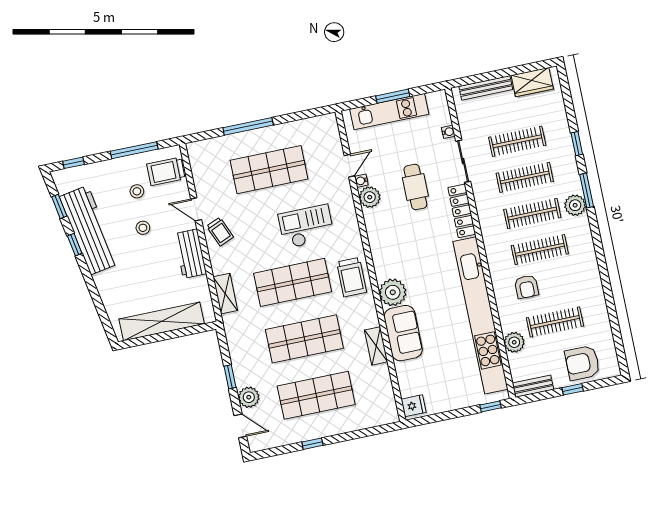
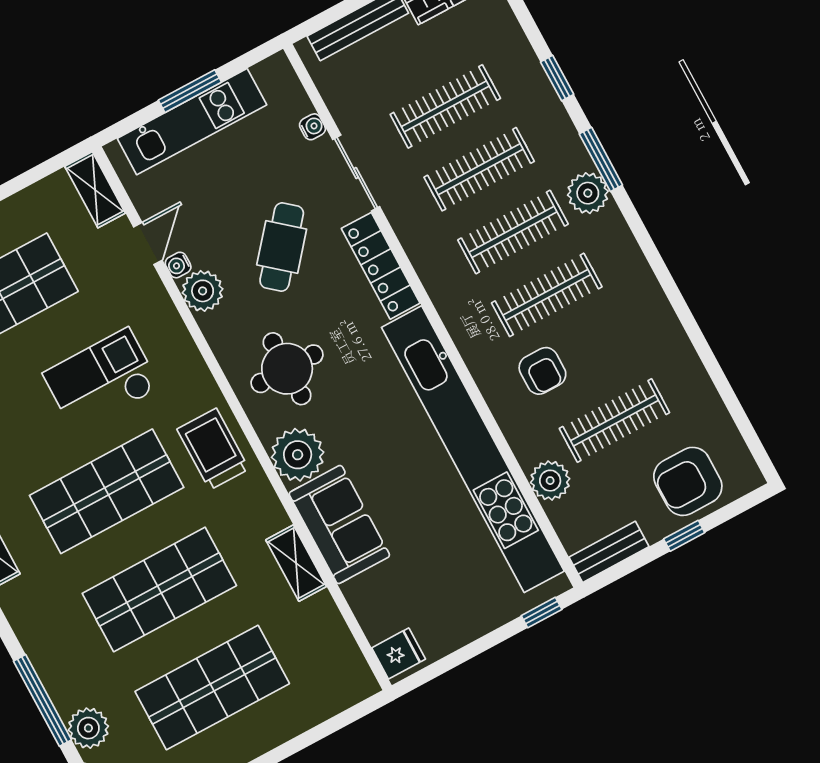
shelving: (331, 131) -> (95, 190), added
cafe table: (415, 187) -> (282, 247), turned 40
round table: (400, 248) -> (287, 369), added
trolley: (352, 277) -> (213, 449), turned 180
window: (230, 377) -> (42, 700), width x2.17

